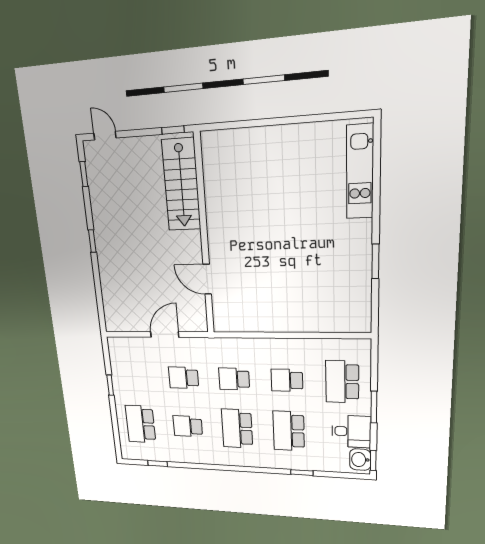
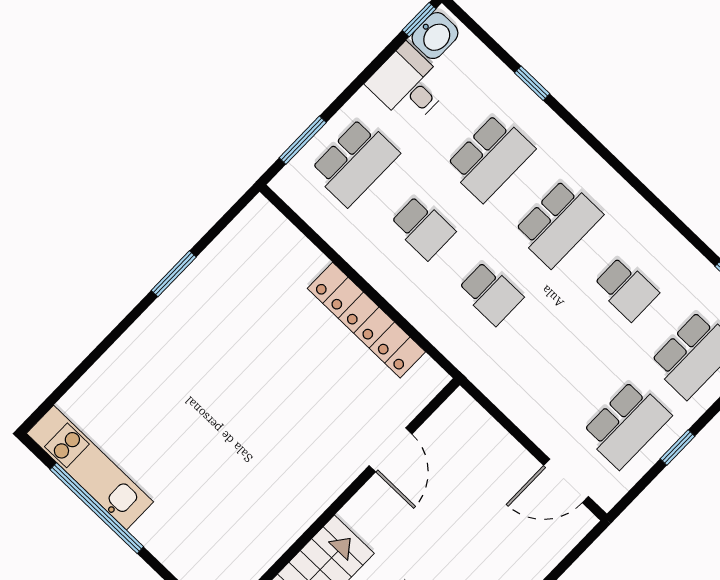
window: (304, 119) -> (97, 508), added
kitchen unit: (360, 172) -> (90, 468), moved, turned -90
locker: (271, 322) -> (366, 320), added
door: (165, 334) -> (566, 481), moved
school desk: (184, 378) -> (627, 424), moved, width x1.85
window: (374, 407) -> (303, 140), moved

